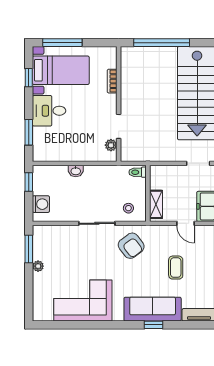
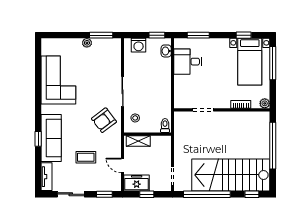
desk: (49, 111) -> (188, 62), moved, turned -90
plant: (111, 145) -> (265, 103), moved
washbasin: (76, 171) -> (166, 51), moved
door: (185, 223) -> (123, 165), hinge flipped

